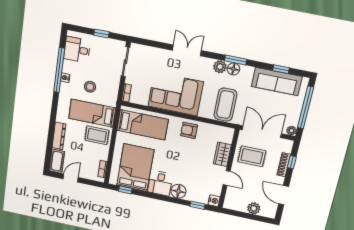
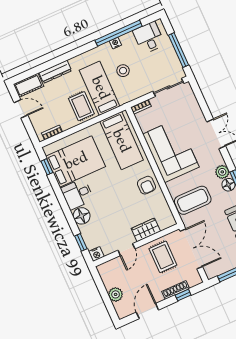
window: (101, 34) -> (178, 50), width x2.17
armchair: (189, 130) -> (146, 185), turned 180
plant: (291, 131) -> (211, 273), removed

